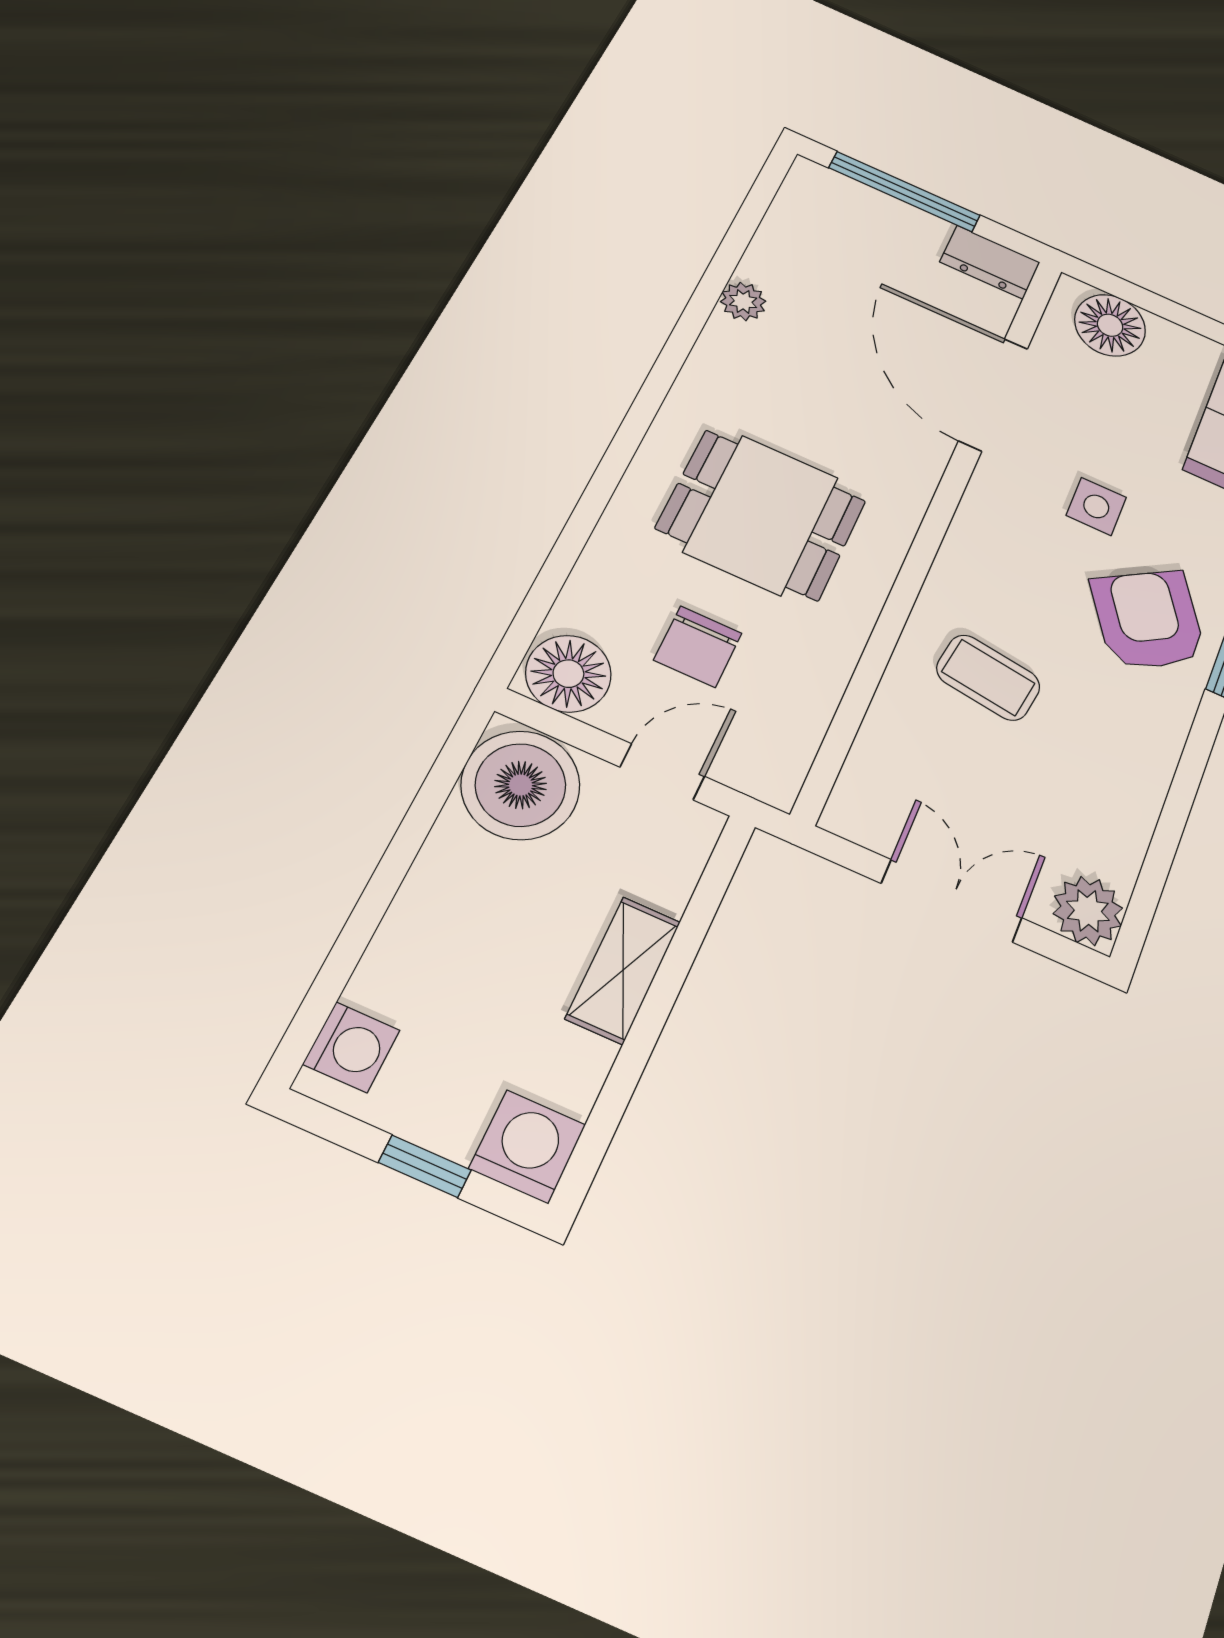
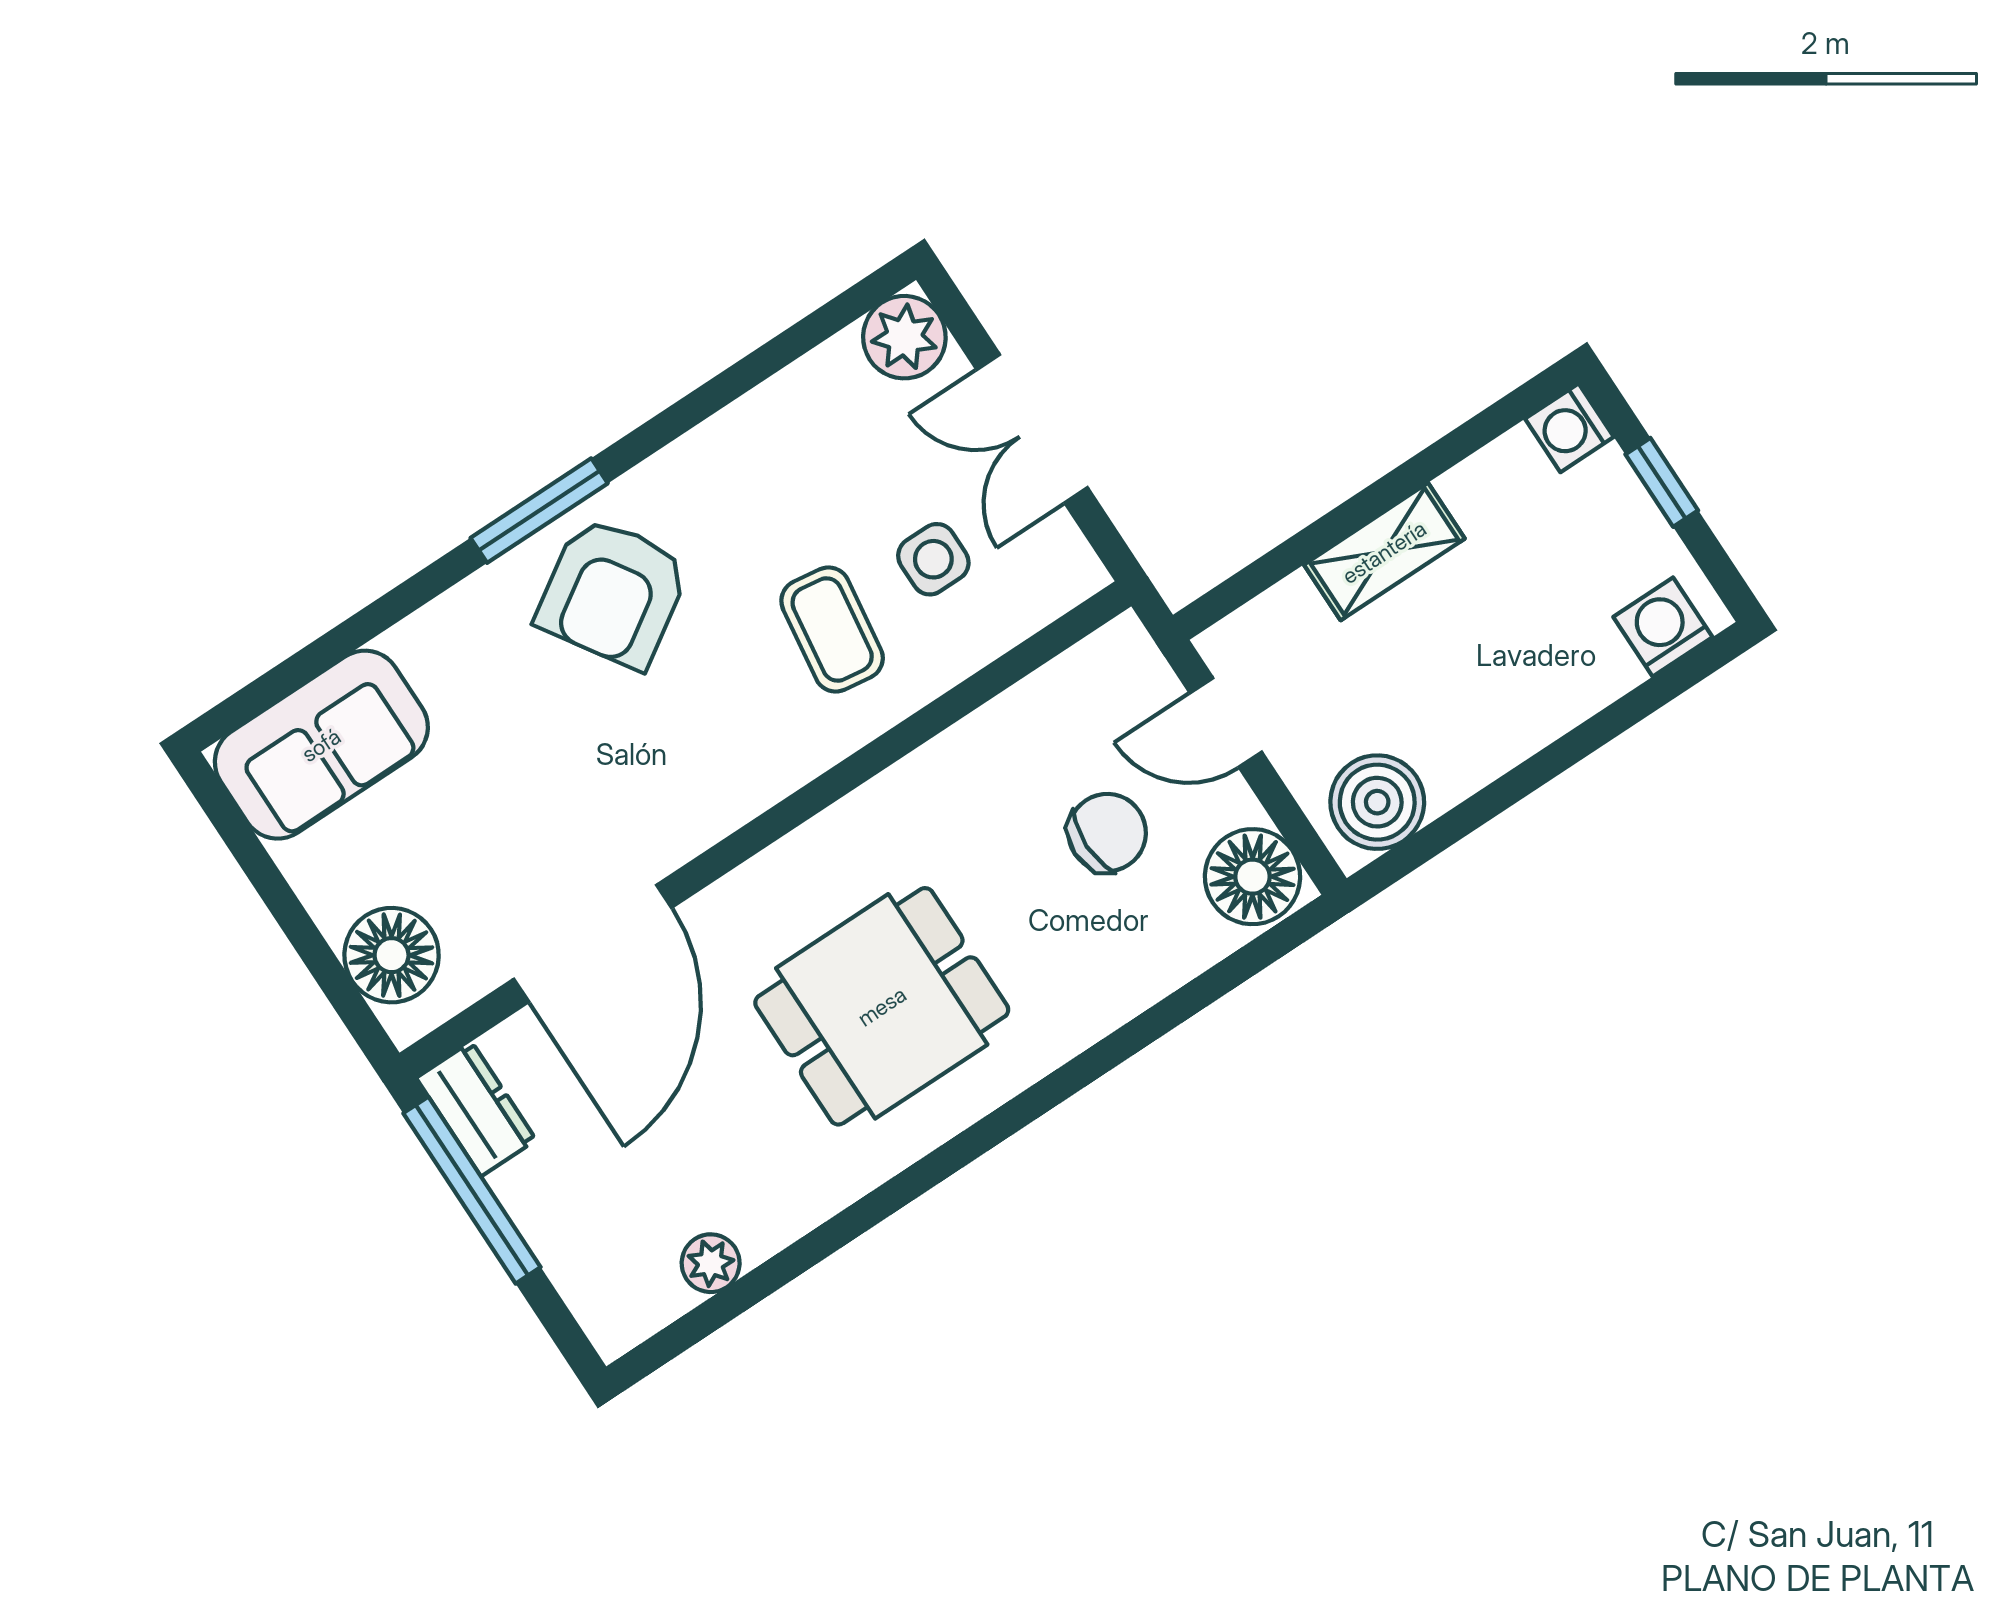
window: (904, 192) -> (472, 1190), moved
plant: (743, 301) -> (711, 1263), moved
side table: (1096, 506) -> (933, 559), moved
dining table: (761, 515) -> (882, 1006), moved, turned 90
boiler: (521, 785) -> (1377, 802), width x0.73, depth x0.73
washing machine: (527, 1147) -> (1569, 428), width x0.73, depth x0.73

